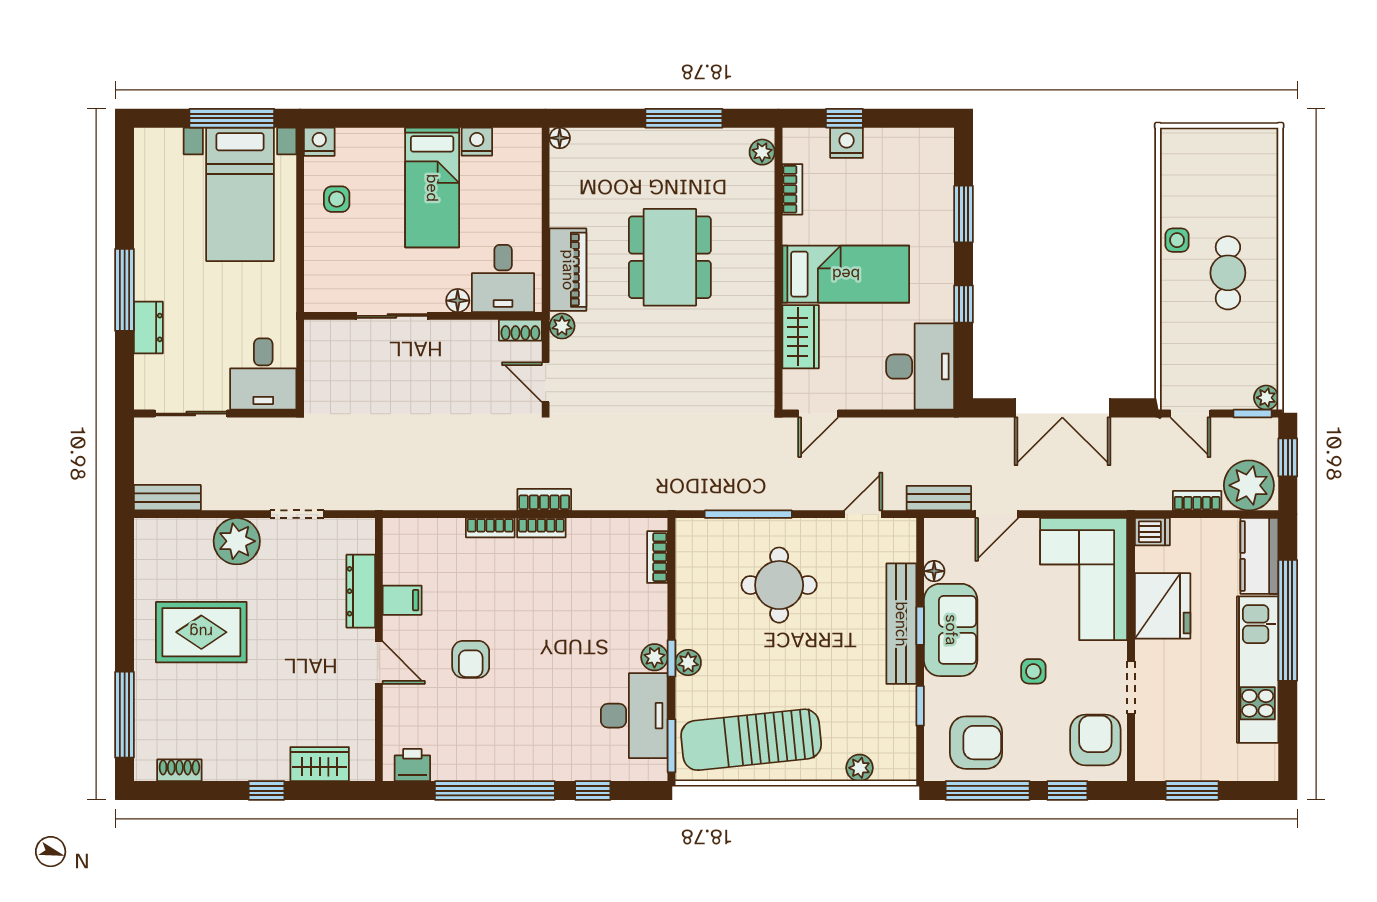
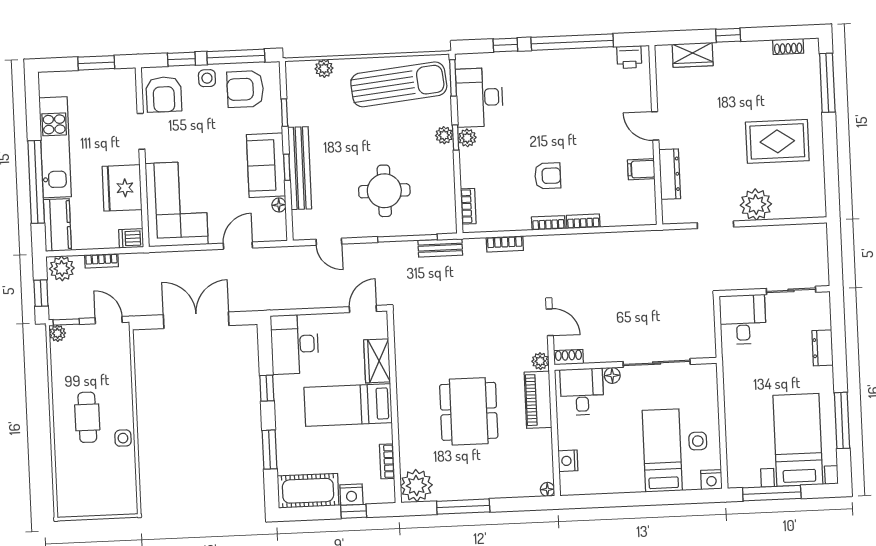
nightstand: (477, 142) -> (568, 461), moved, turned 90
cot: (910, 151) -> (308, 491), added
plant: (762, 152) -> (416, 485), width x1.87, depth x1.87
bed: (432, 188) -> (662, 450), moved
bed with nightstands: (240, 194) -> (798, 440), moved
window: (125, 290) -> (842, 420), moved
sliding door: (392, 316) -> (657, 363), width x1.37
plant: (1249, 485) -> (62, 268), width x0.73, depth x0.73
bench: (167, 498) -> (804, 232), removed
bench: (939, 498) -> (440, 248), moved
bookcase: (544, 500) -> (505, 244), moved
door: (863, 514) -> (329, 242), hinge flipped
armchair: (471, 659) -> (548, 176), moved, turned 90
side table: (1033, 671) -> (207, 78), moved

